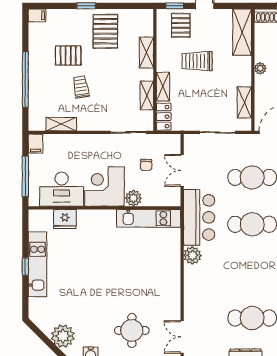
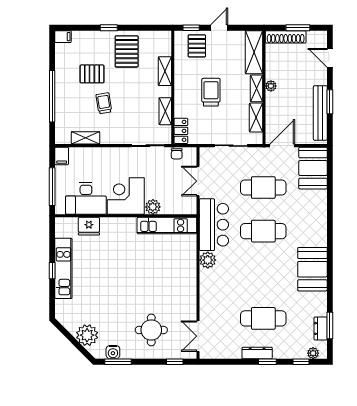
trolley: (197, 61) -> (211, 92), moved, turned 90
shelving: (163, 87) -> (257, 88), moved
chair: (146, 165) -> (177, 154), moved

